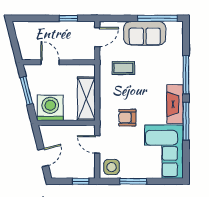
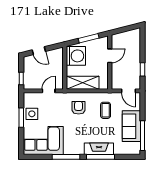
fireplace: (175, 104) -> (99, 149), moved
armchair: (127, 118) -> (79, 108), moved
side table: (112, 167) -> (32, 114), moved

